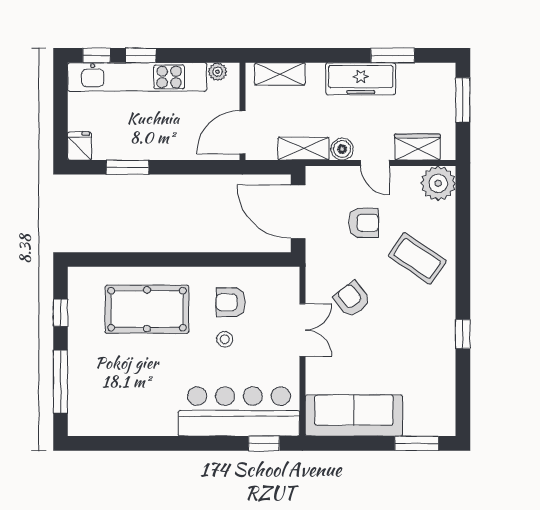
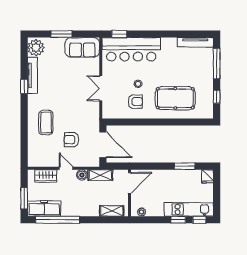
window: (393, 55) -> (58, 220), width x2.11
kitchen unit: (137, 77) -> (189, 209), width x0.73
freezer: (361, 79) -> (44, 209), moved
plant: (438, 183) -> (36, 48), moved
coffee table: (417, 258) -> (46, 123), turned 56
armchair: (352, 299) -> (77, 103), removed
tv unit: (445, 357) -> (32, 75), added
sofa: (354, 415) -> (82, 47), width x0.73
tv unit: (105, 426) -> (195, 42), added
window: (417, 443) -> (61, 34), moved

